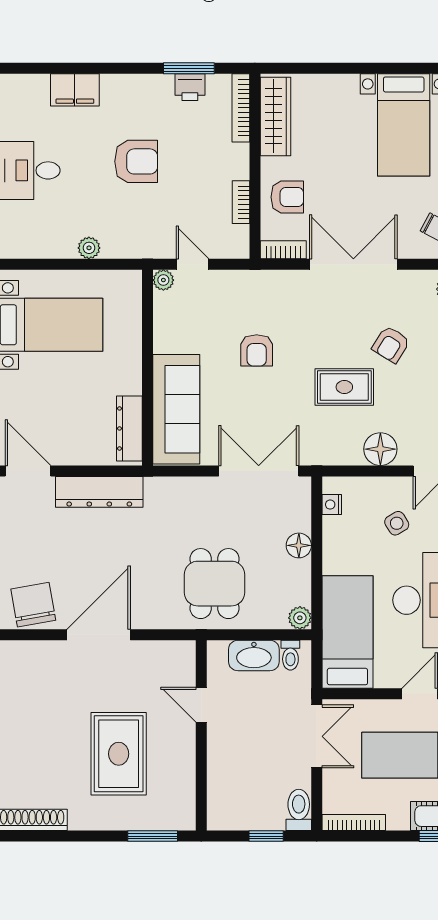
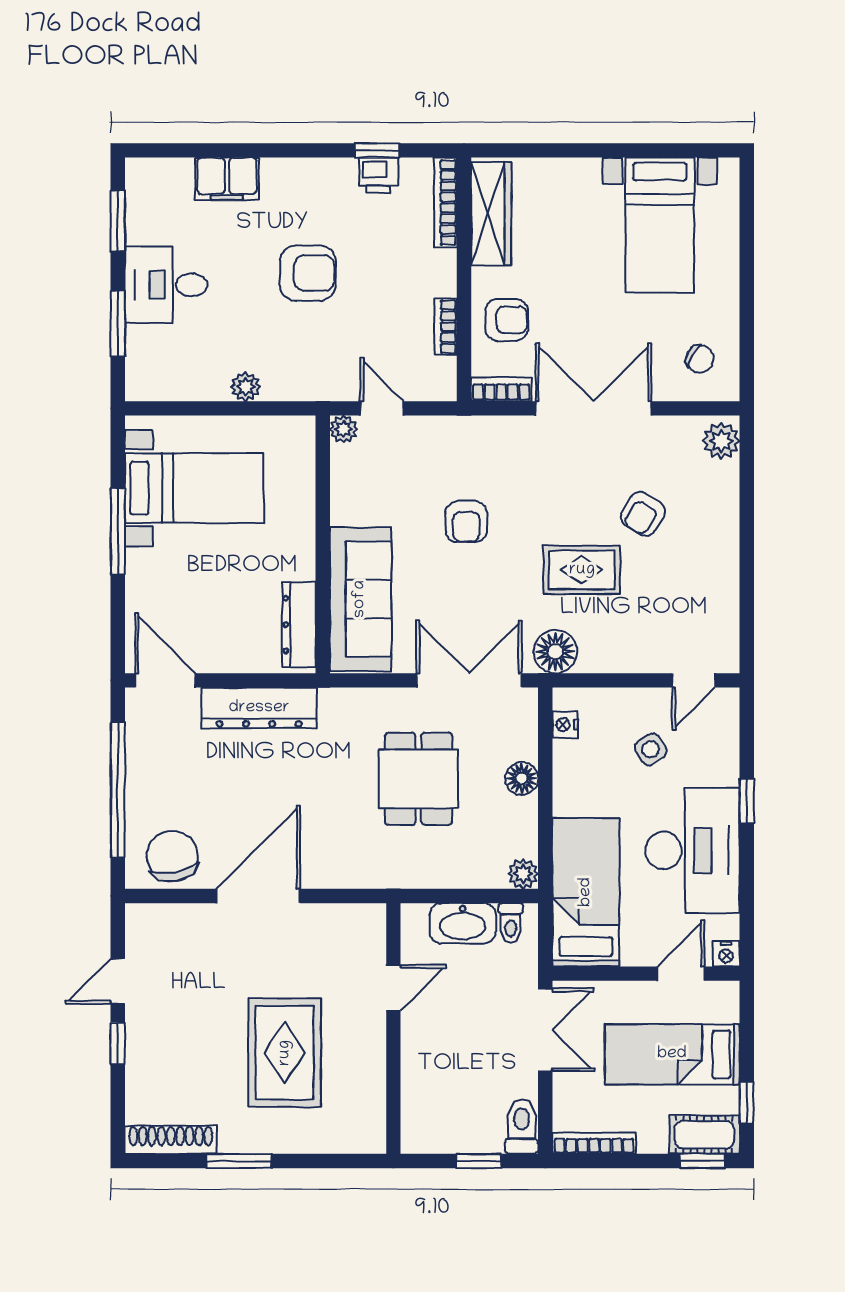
window: (189, 68) -> (377, 150), width x0.67
floor lamp: (380, 449) -> (555, 652), moved
dining table: (215, 584) -> (418, 779), moved
door: (201, 705) -> (393, 988), swing flipped
window: (153, 836) -> (239, 1161), moved

